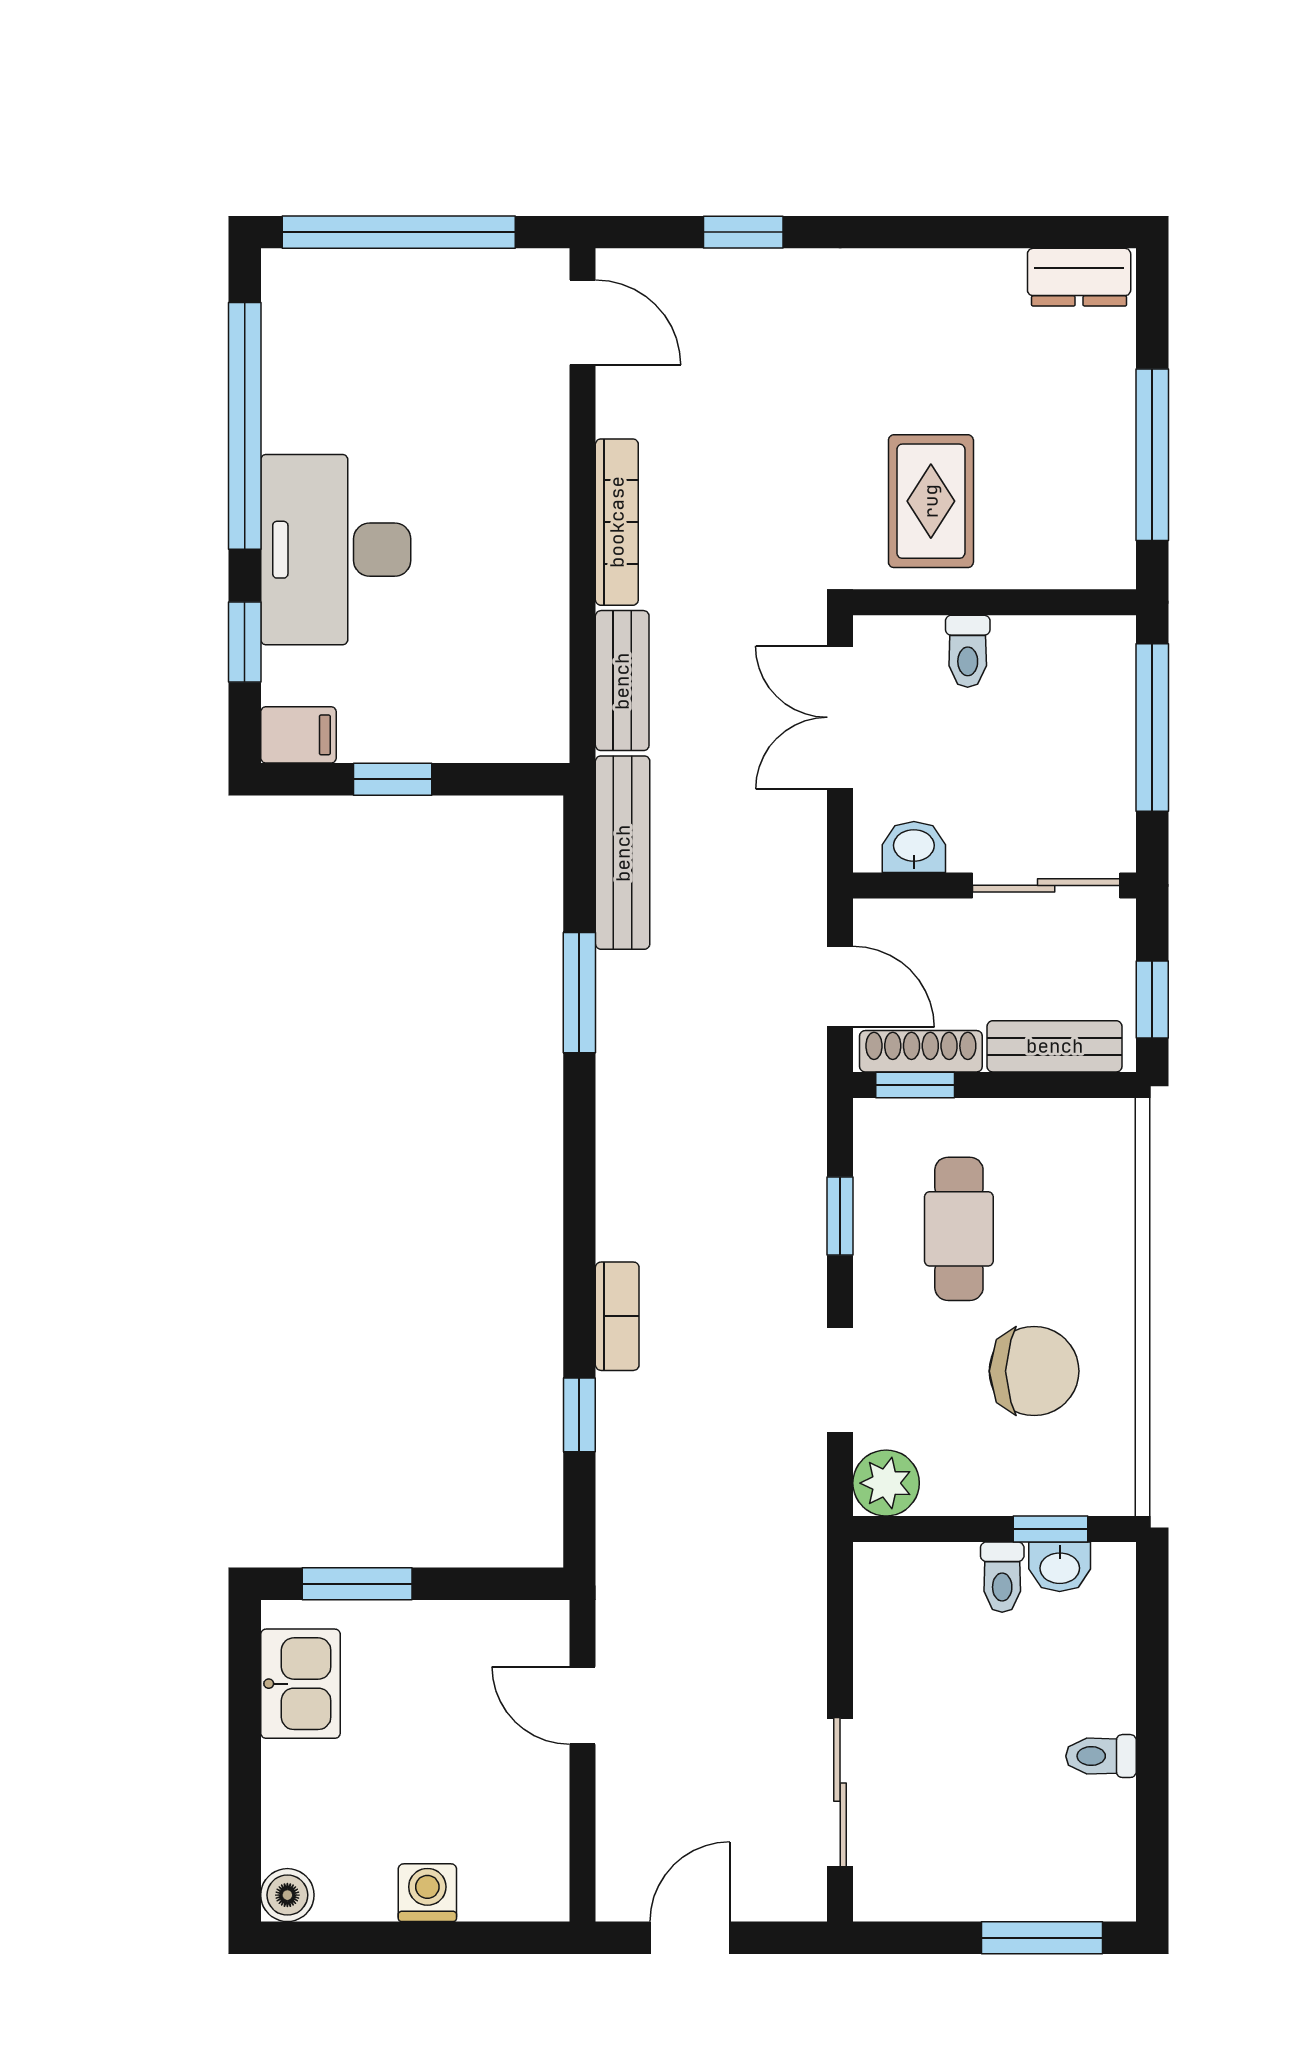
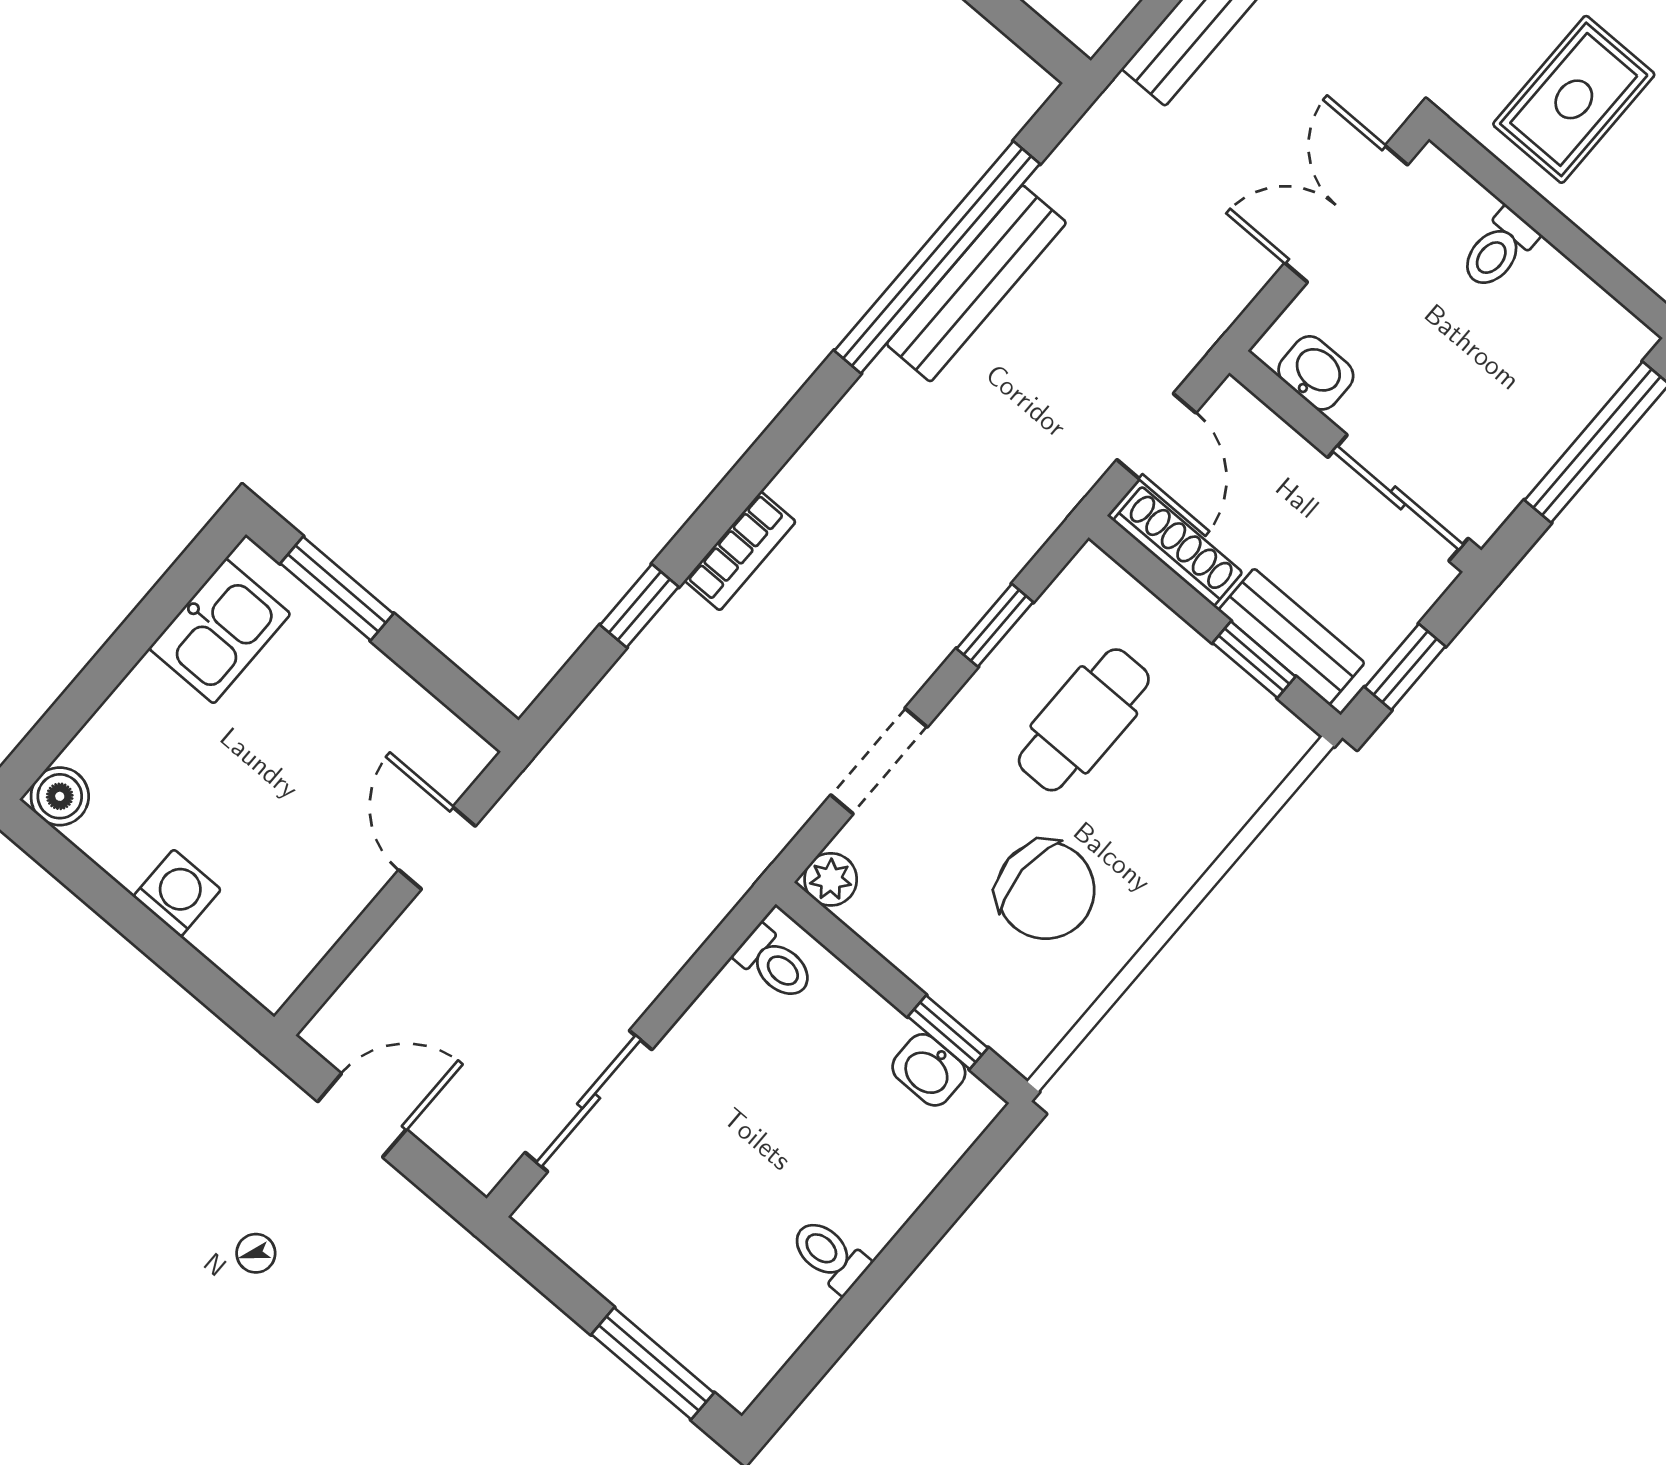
bench: (623, 853) -> (976, 283), moved
window: (579, 993) -> (937, 257), width x2.11
window: (915, 1085) -> (1254, 660), moved
plant: (886, 1483) -> (831, 879), width x0.73, depth x0.73
toilet: (1002, 1577) -> (775, 964), moved, turned -90

